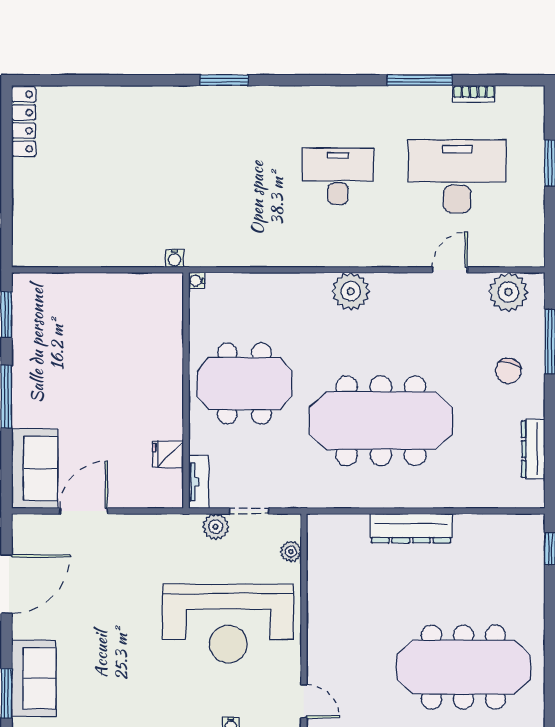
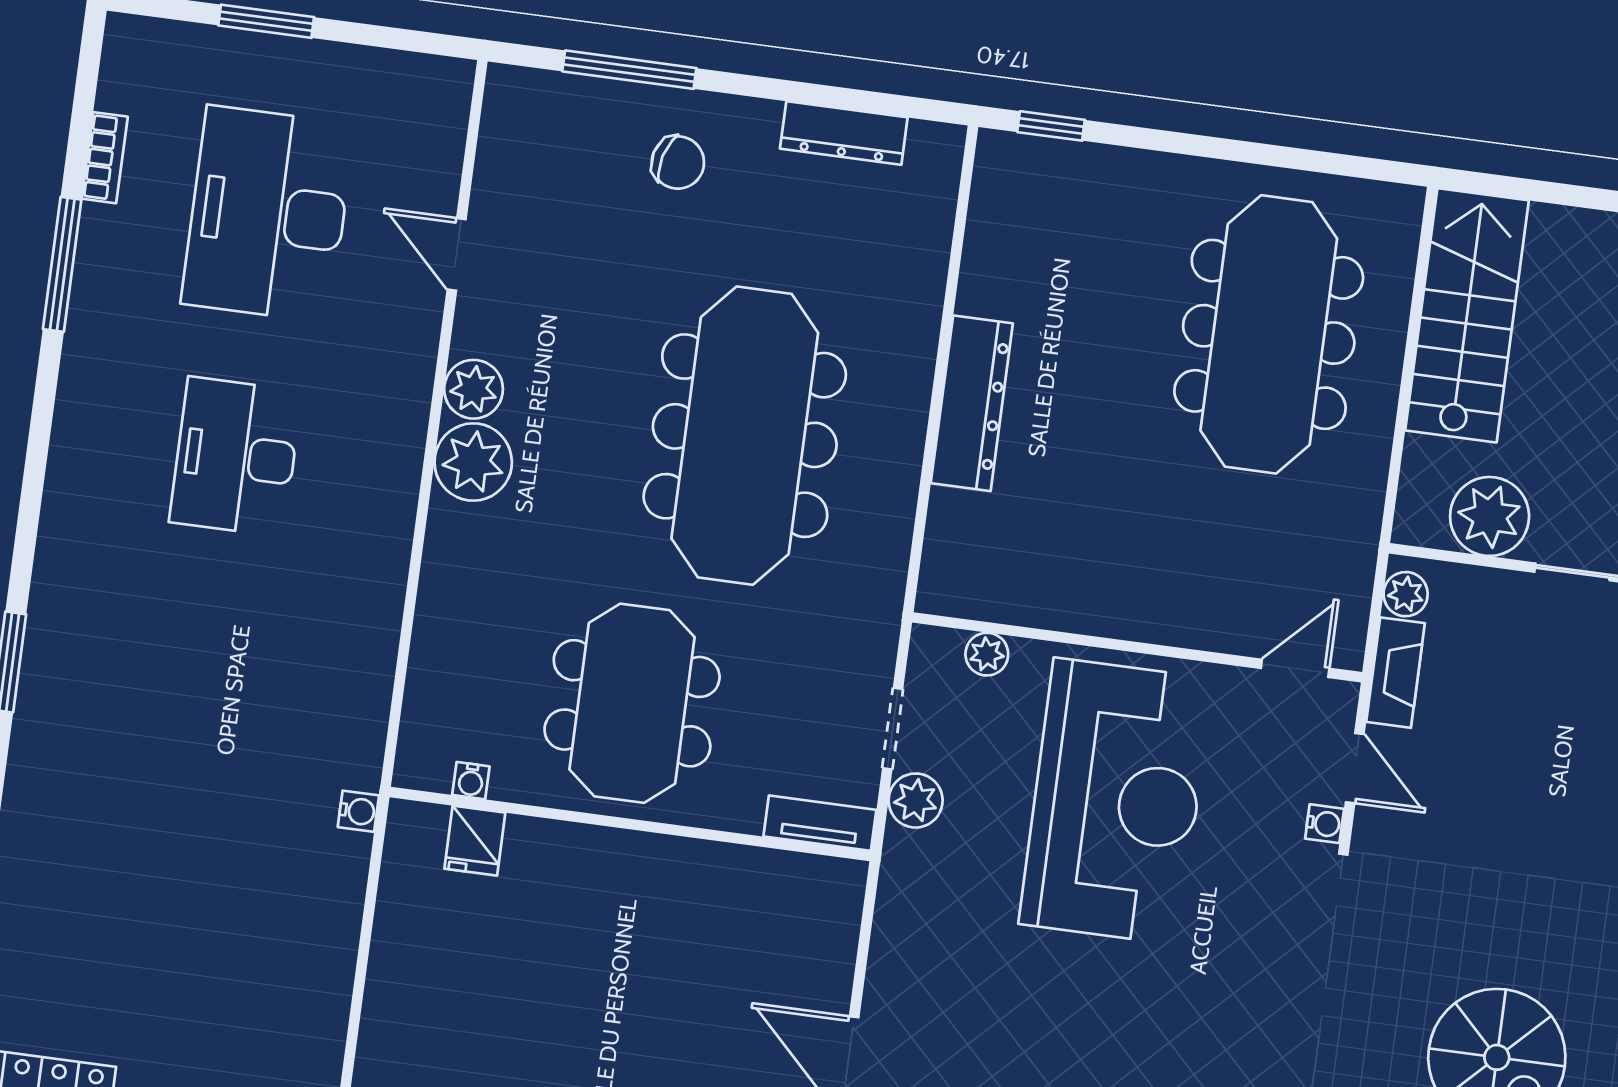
water cooler: (197, 281) -> (471, 781), moved
plant: (508, 292) -> (474, 389), moved, width x0.73, depth x0.73
fridge: (168, 454) -> (475, 841), moved

